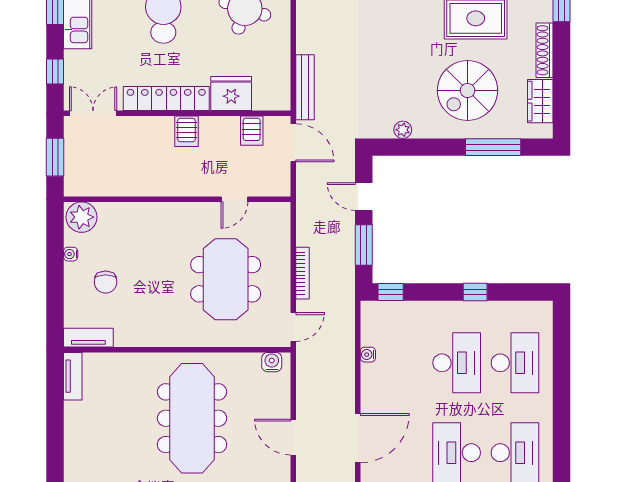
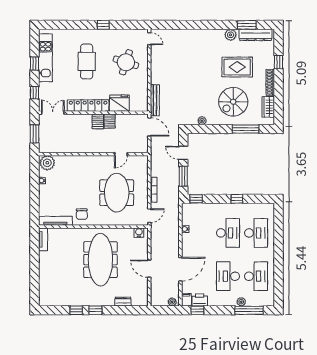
server rack: (252, 131) -> (110, 121), moved
chair: (106, 282) -> (82, 214), moved
tv unit: (88, 338) -> (55, 221), width x1.41

